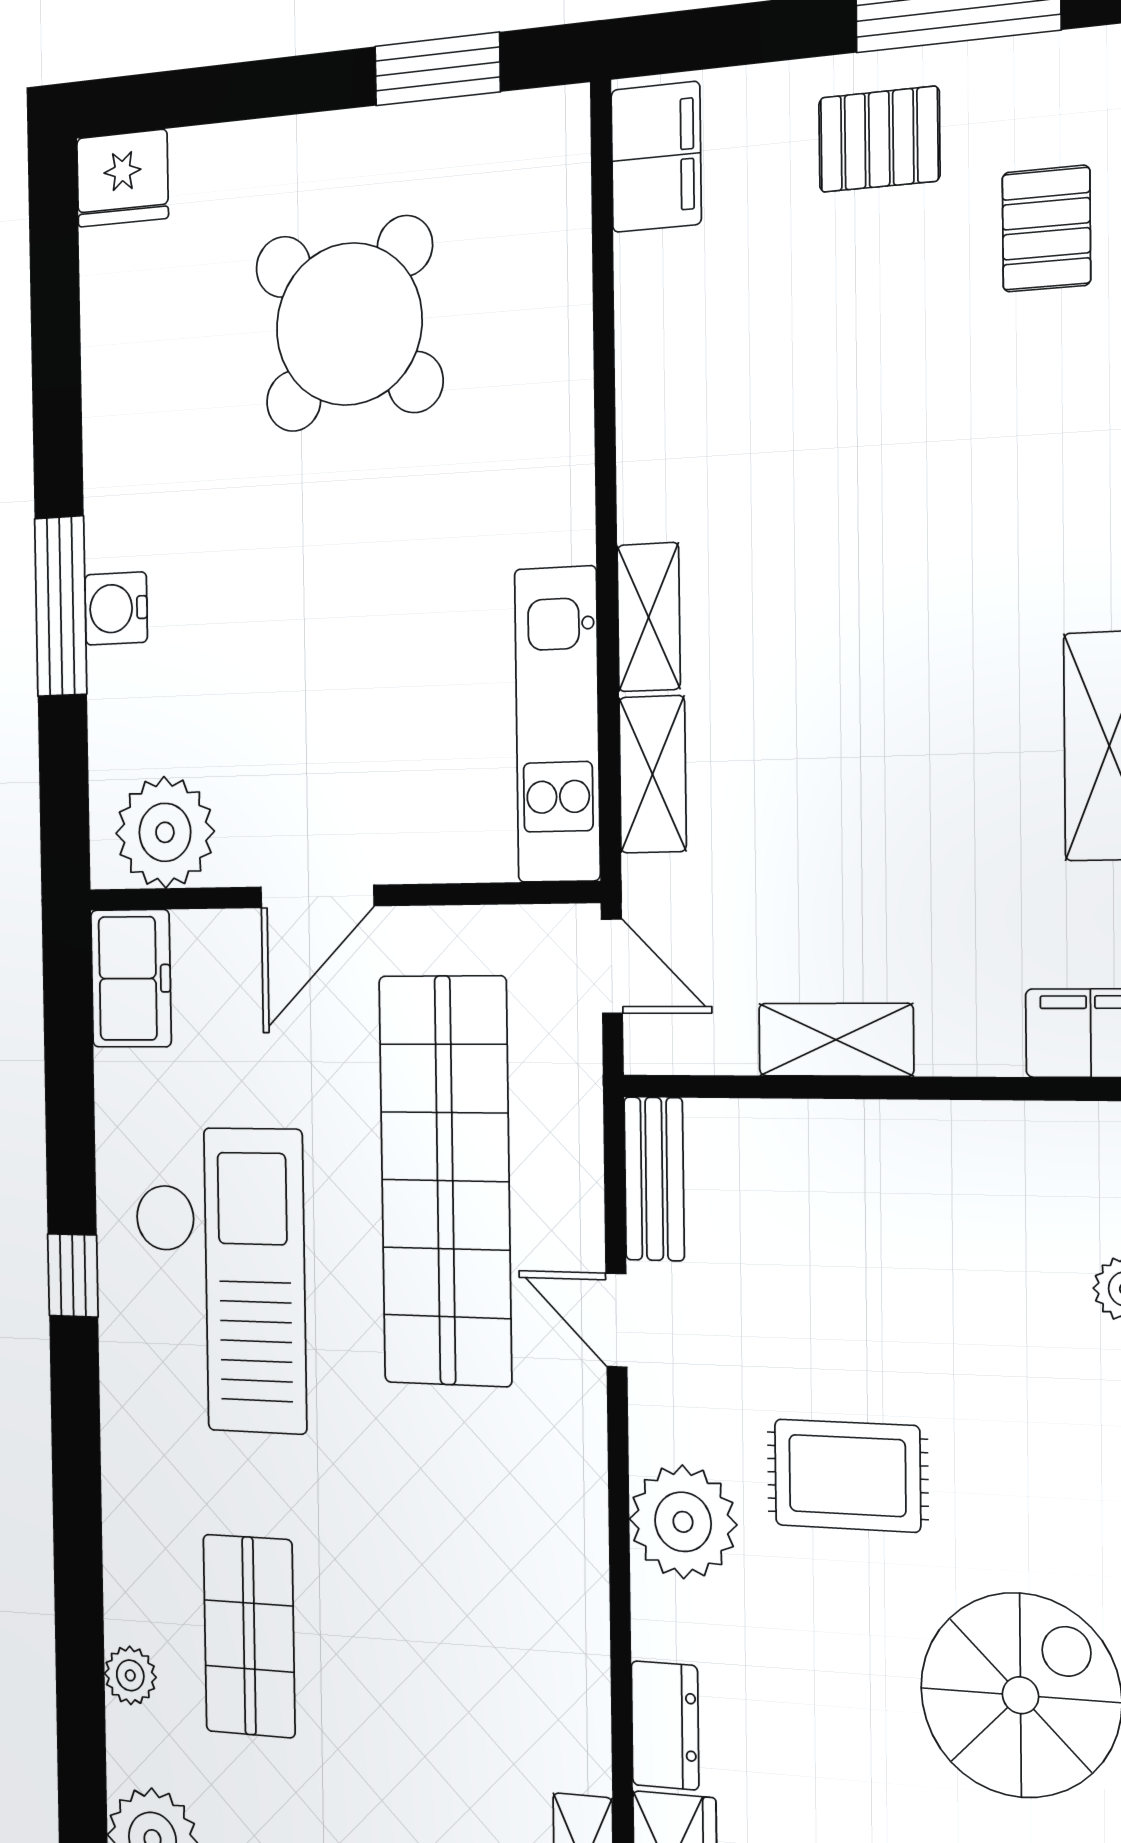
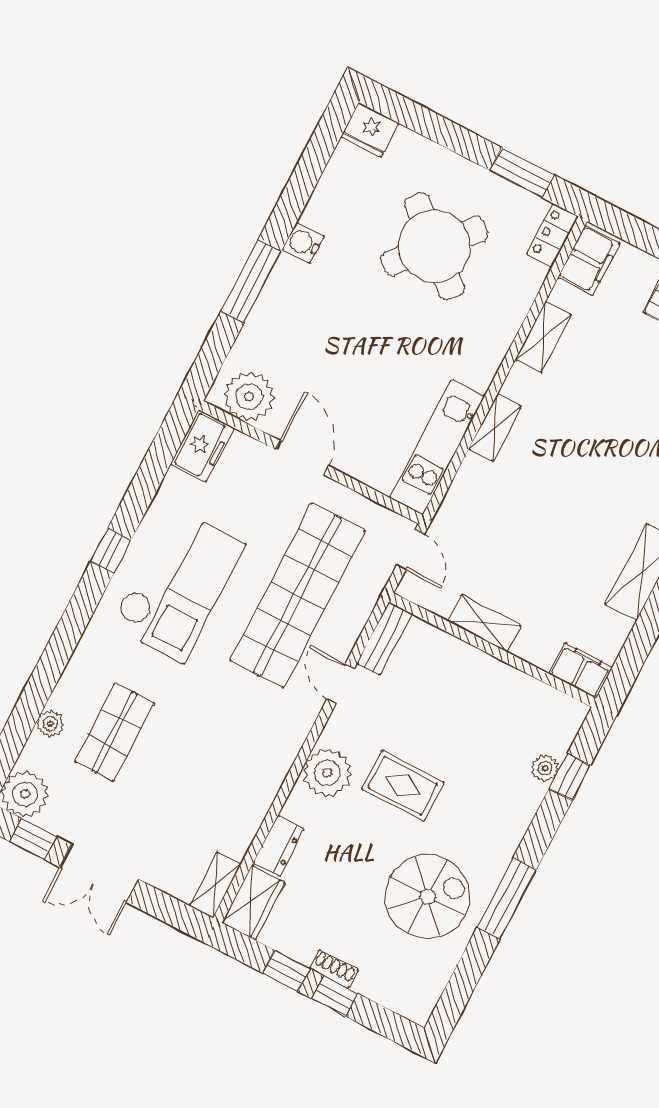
locker: (559, 154) -> (553, 235), added
water cooler: (116, 608) -> (303, 243), moved
shelving: (653, 774) -> (543, 337), moved
door: (317, 896) -> (302, 458), swing flipped

